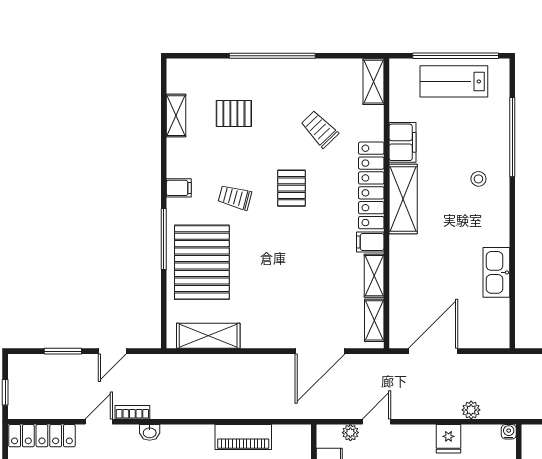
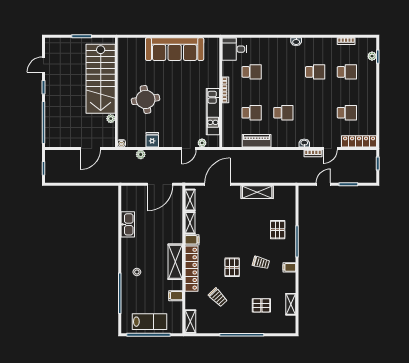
filing cabinet: (402, 142) -> (176, 296), width x0.50
pallet: (202, 262) -> (278, 230), width x0.49, depth x0.50
shelving: (208, 336) -> (257, 192), moved

